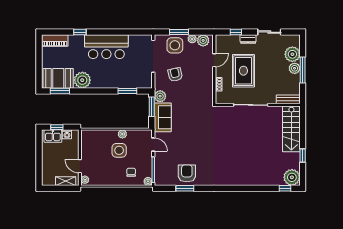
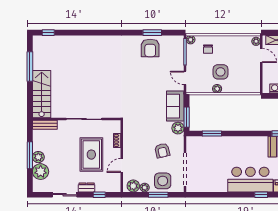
bar counter: (106, 47) -> (250, 180), moved
plant: (82, 80) -> (259, 145), removed
window: (303, 155) -> (30, 67), width x2.17
plant: (292, 177) -> (41, 44), removed

